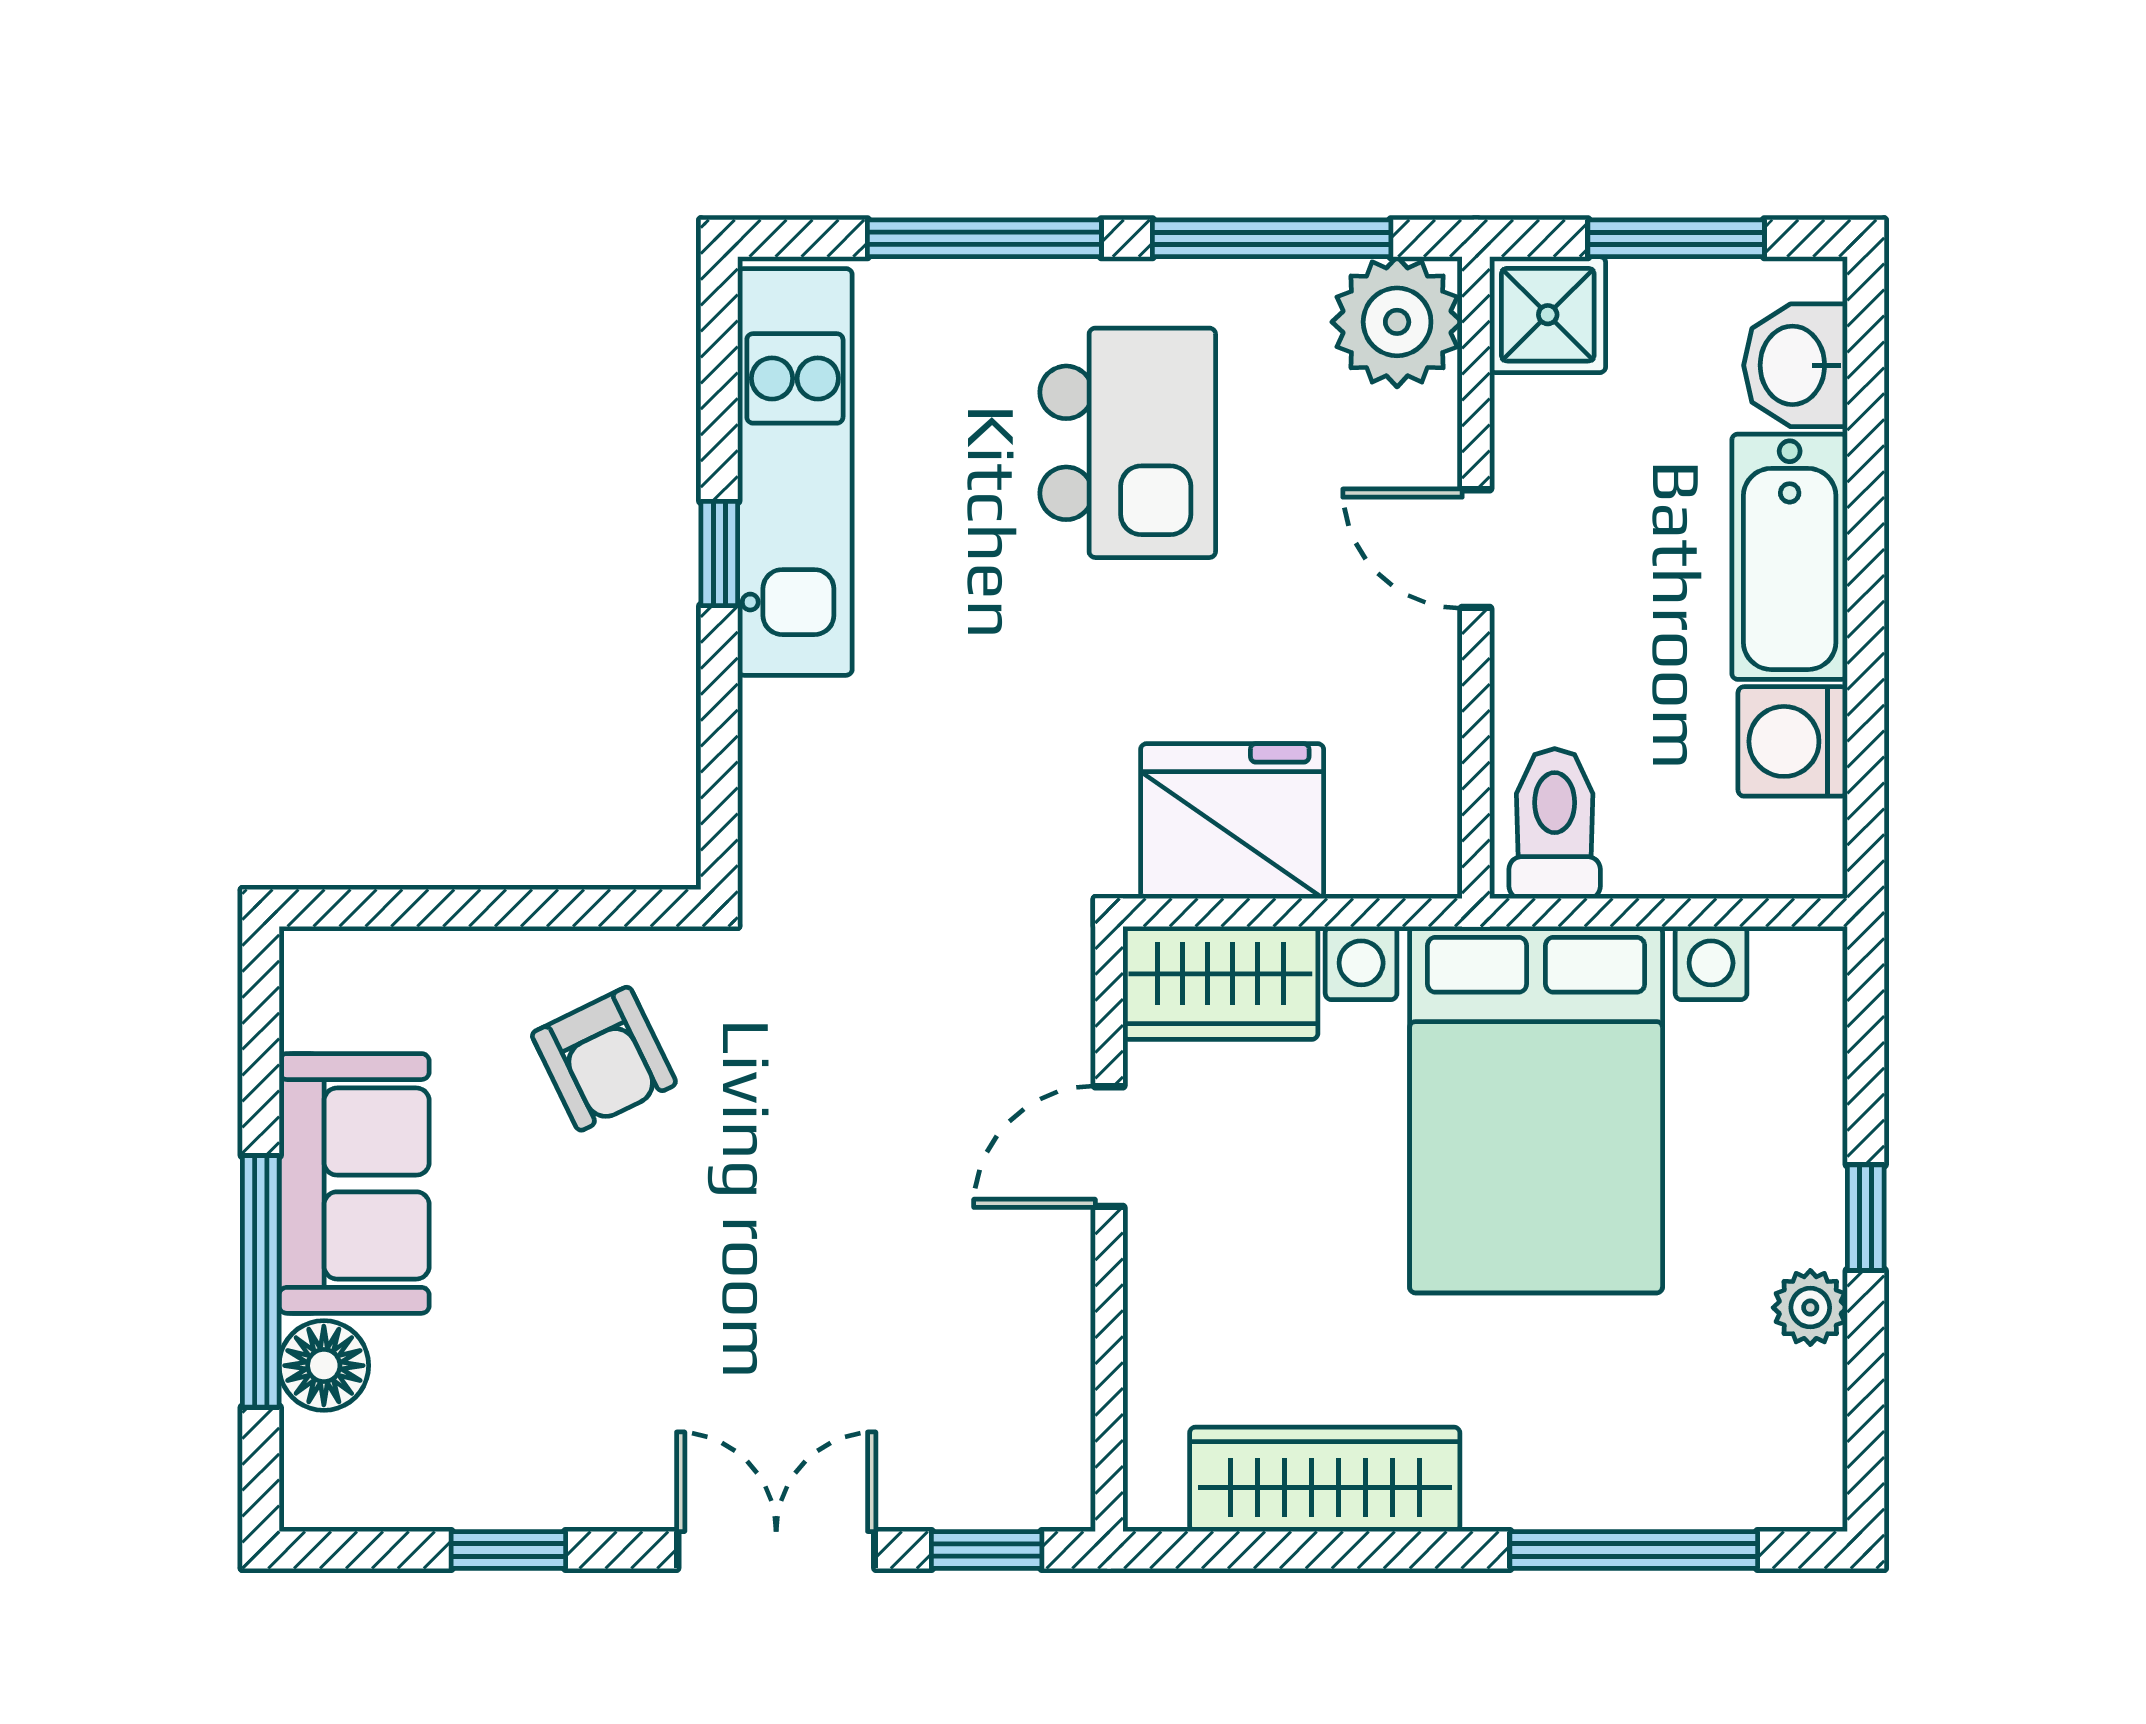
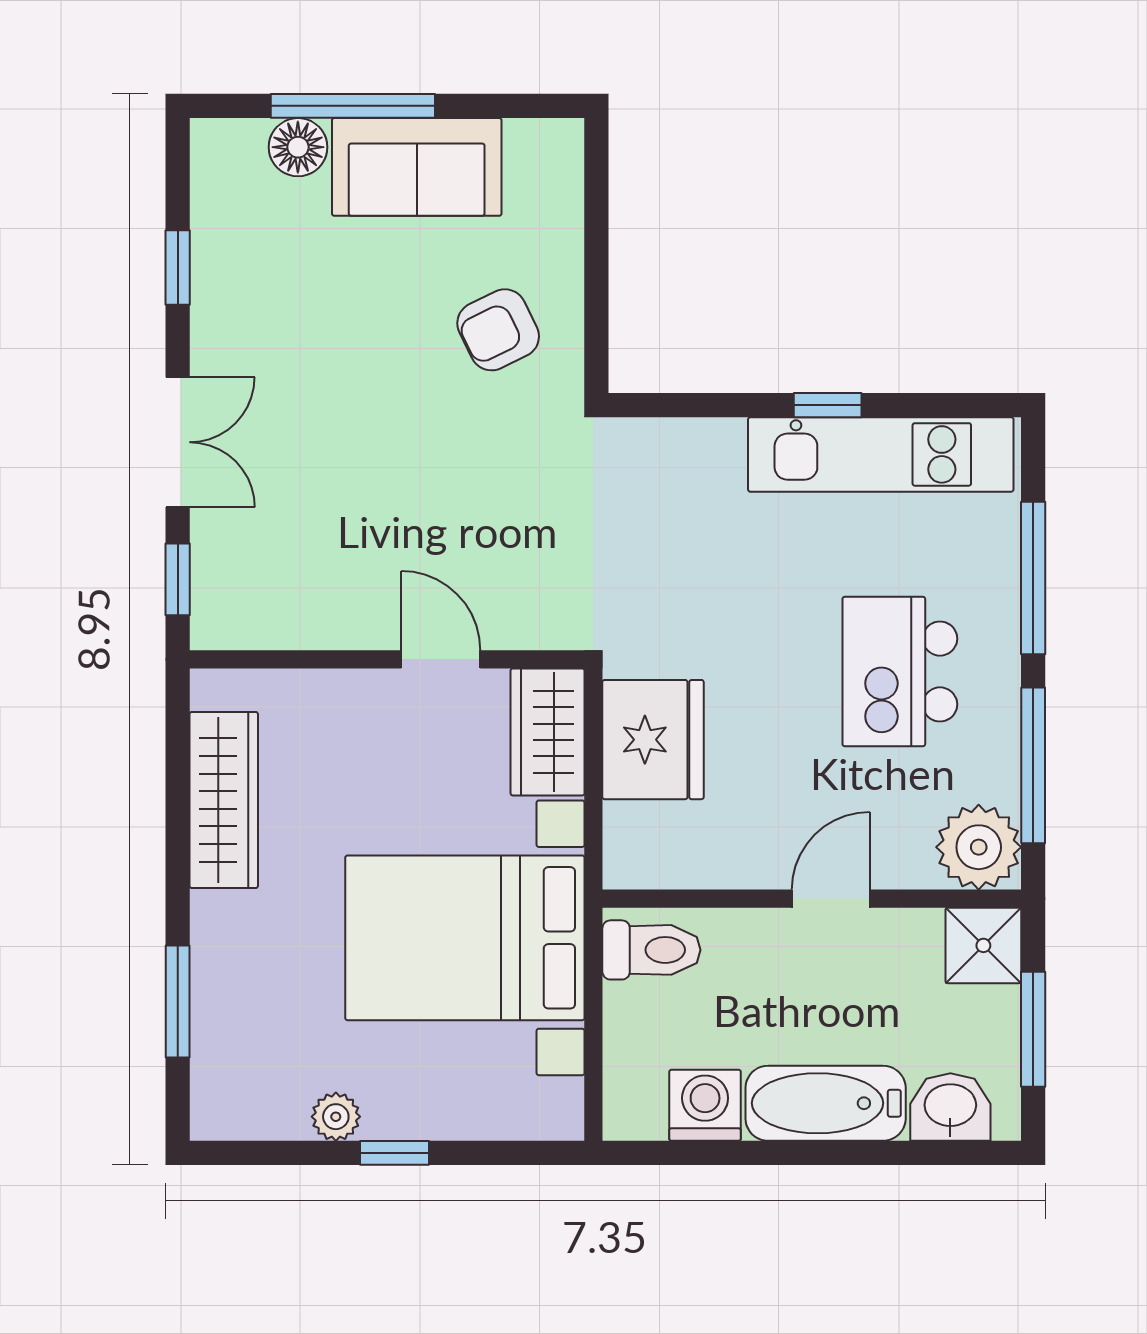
kitchen island: (1128, 443) -> (900, 671), turned 90
window: (1634, 1550) -> (178, 1002), width x0.69

